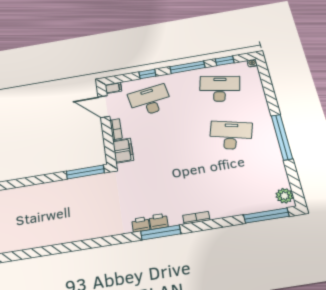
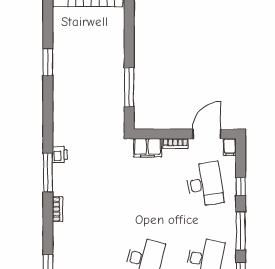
window: (85, 172) -> (129, 87), moved
printer: (159, 221) -> (60, 172), removed
window: (49, 250) -> (48, 62), added

